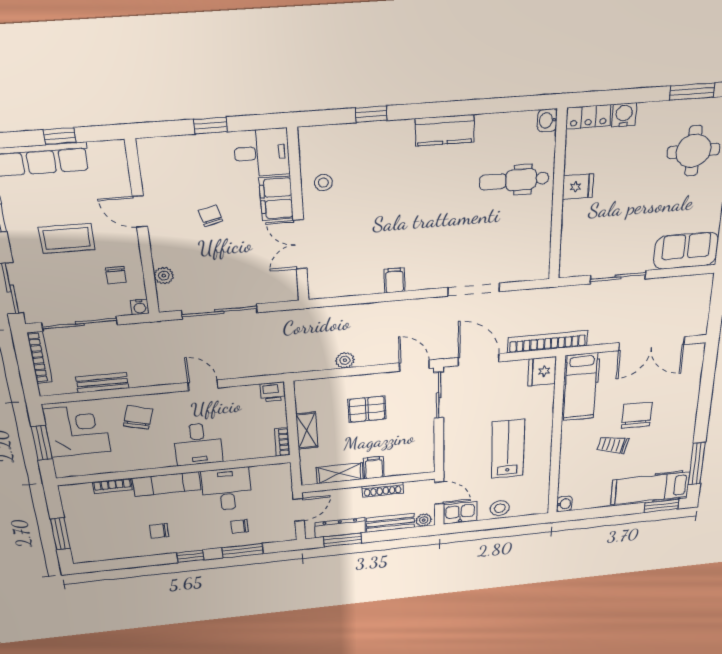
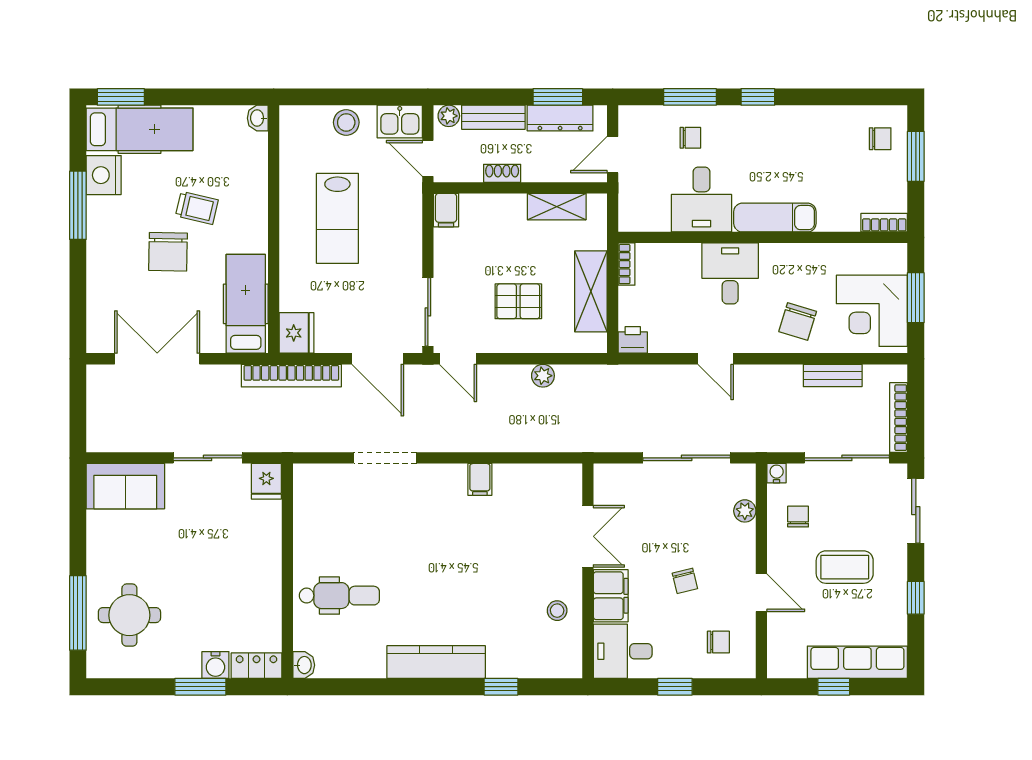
window: (692, 92) -> (200, 687), moved
kitchen counter: (445, 130) -> (436, 662), width x1.50
chair: (174, 167) -> (718, 642), added
fridge: (578, 187) -> (266, 481), moved, turned -90
shelving: (307, 431) -> (591, 291), width x1.50, depth x1.33
nightstand: (679, 458) -> (104, 175), added
window: (697, 464) -> (78, 205), moved
filing cabinet: (374, 468) -> (446, 210), moved
bookcase: (112, 486) -> (884, 223), moved
shoe rack: (383, 490) -> (502, 173), width x0.70
chair: (159, 531) -> (880, 139), moved

